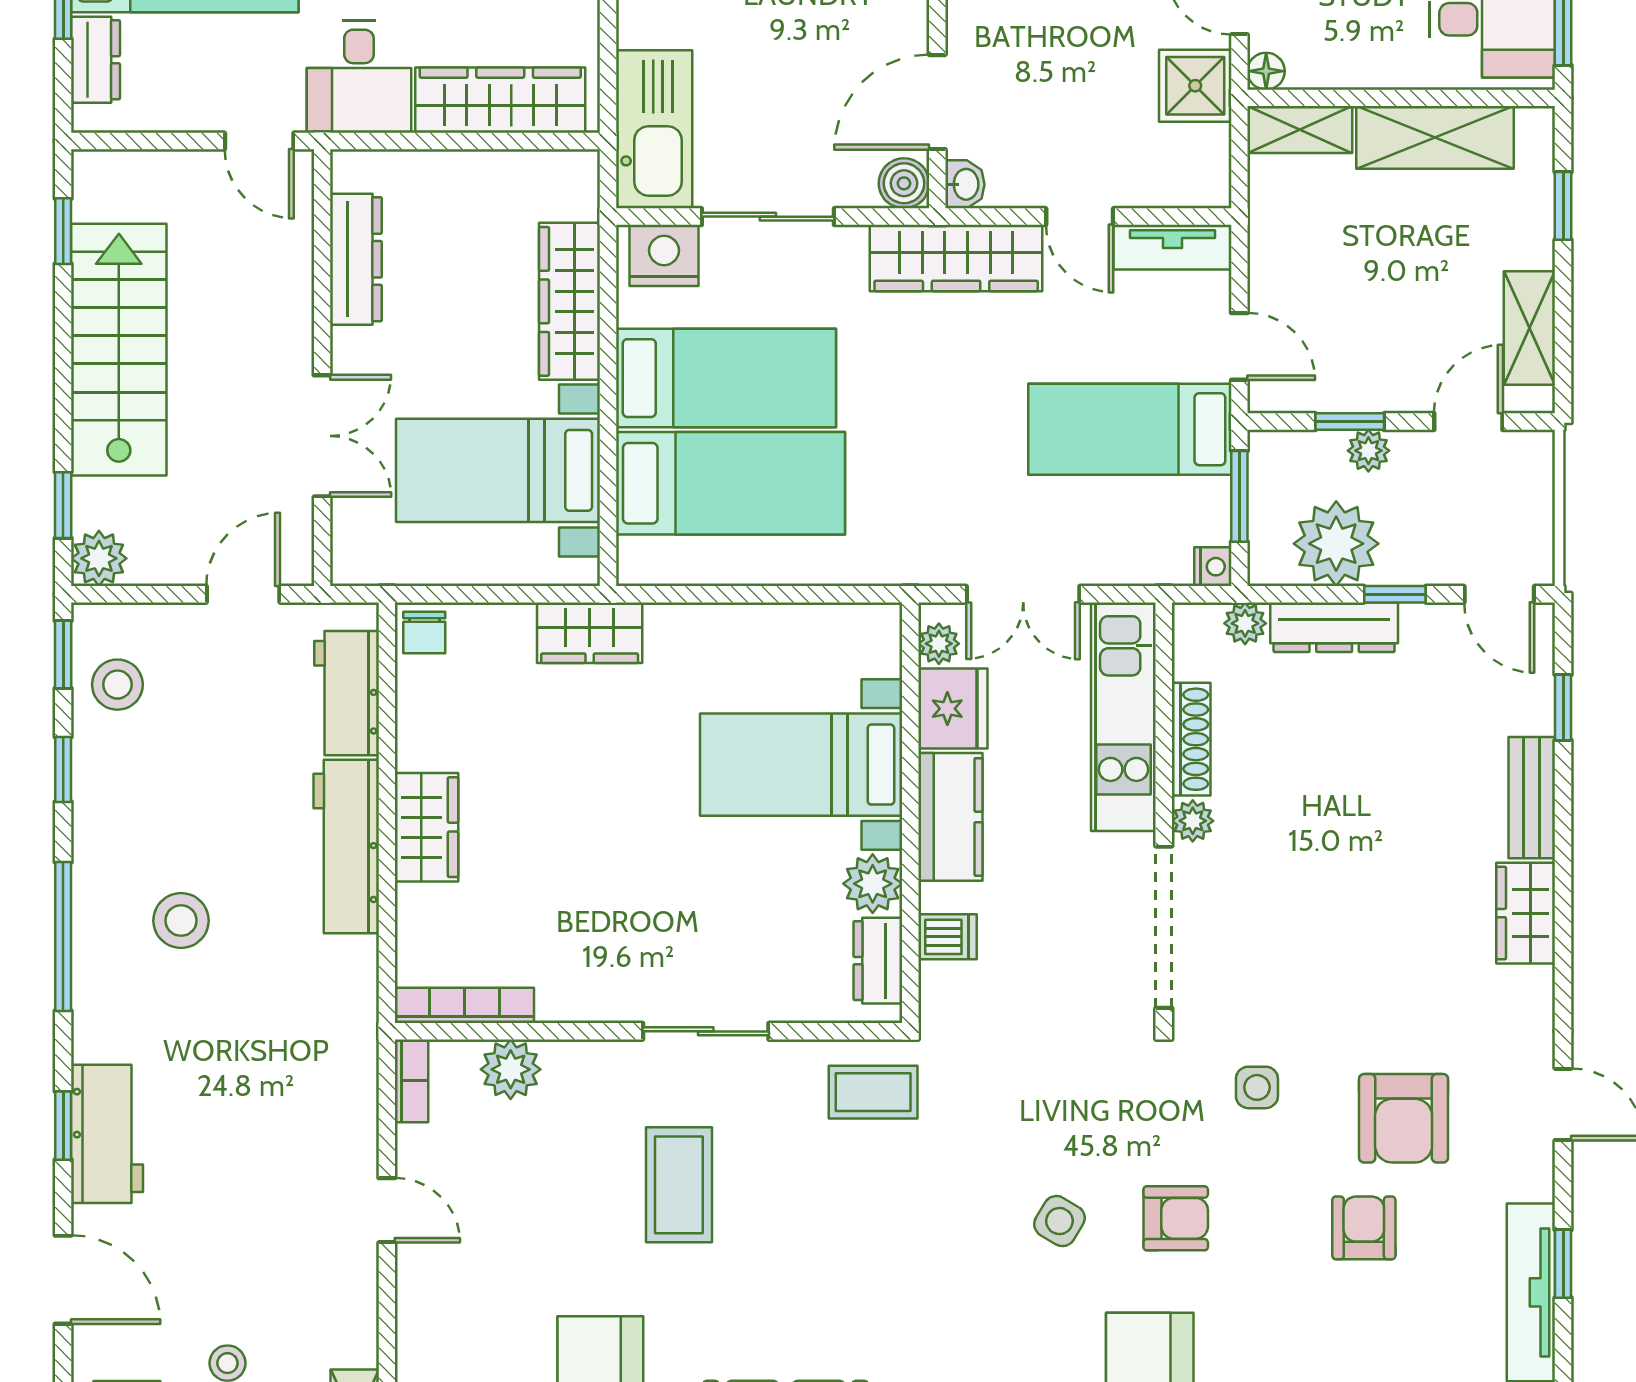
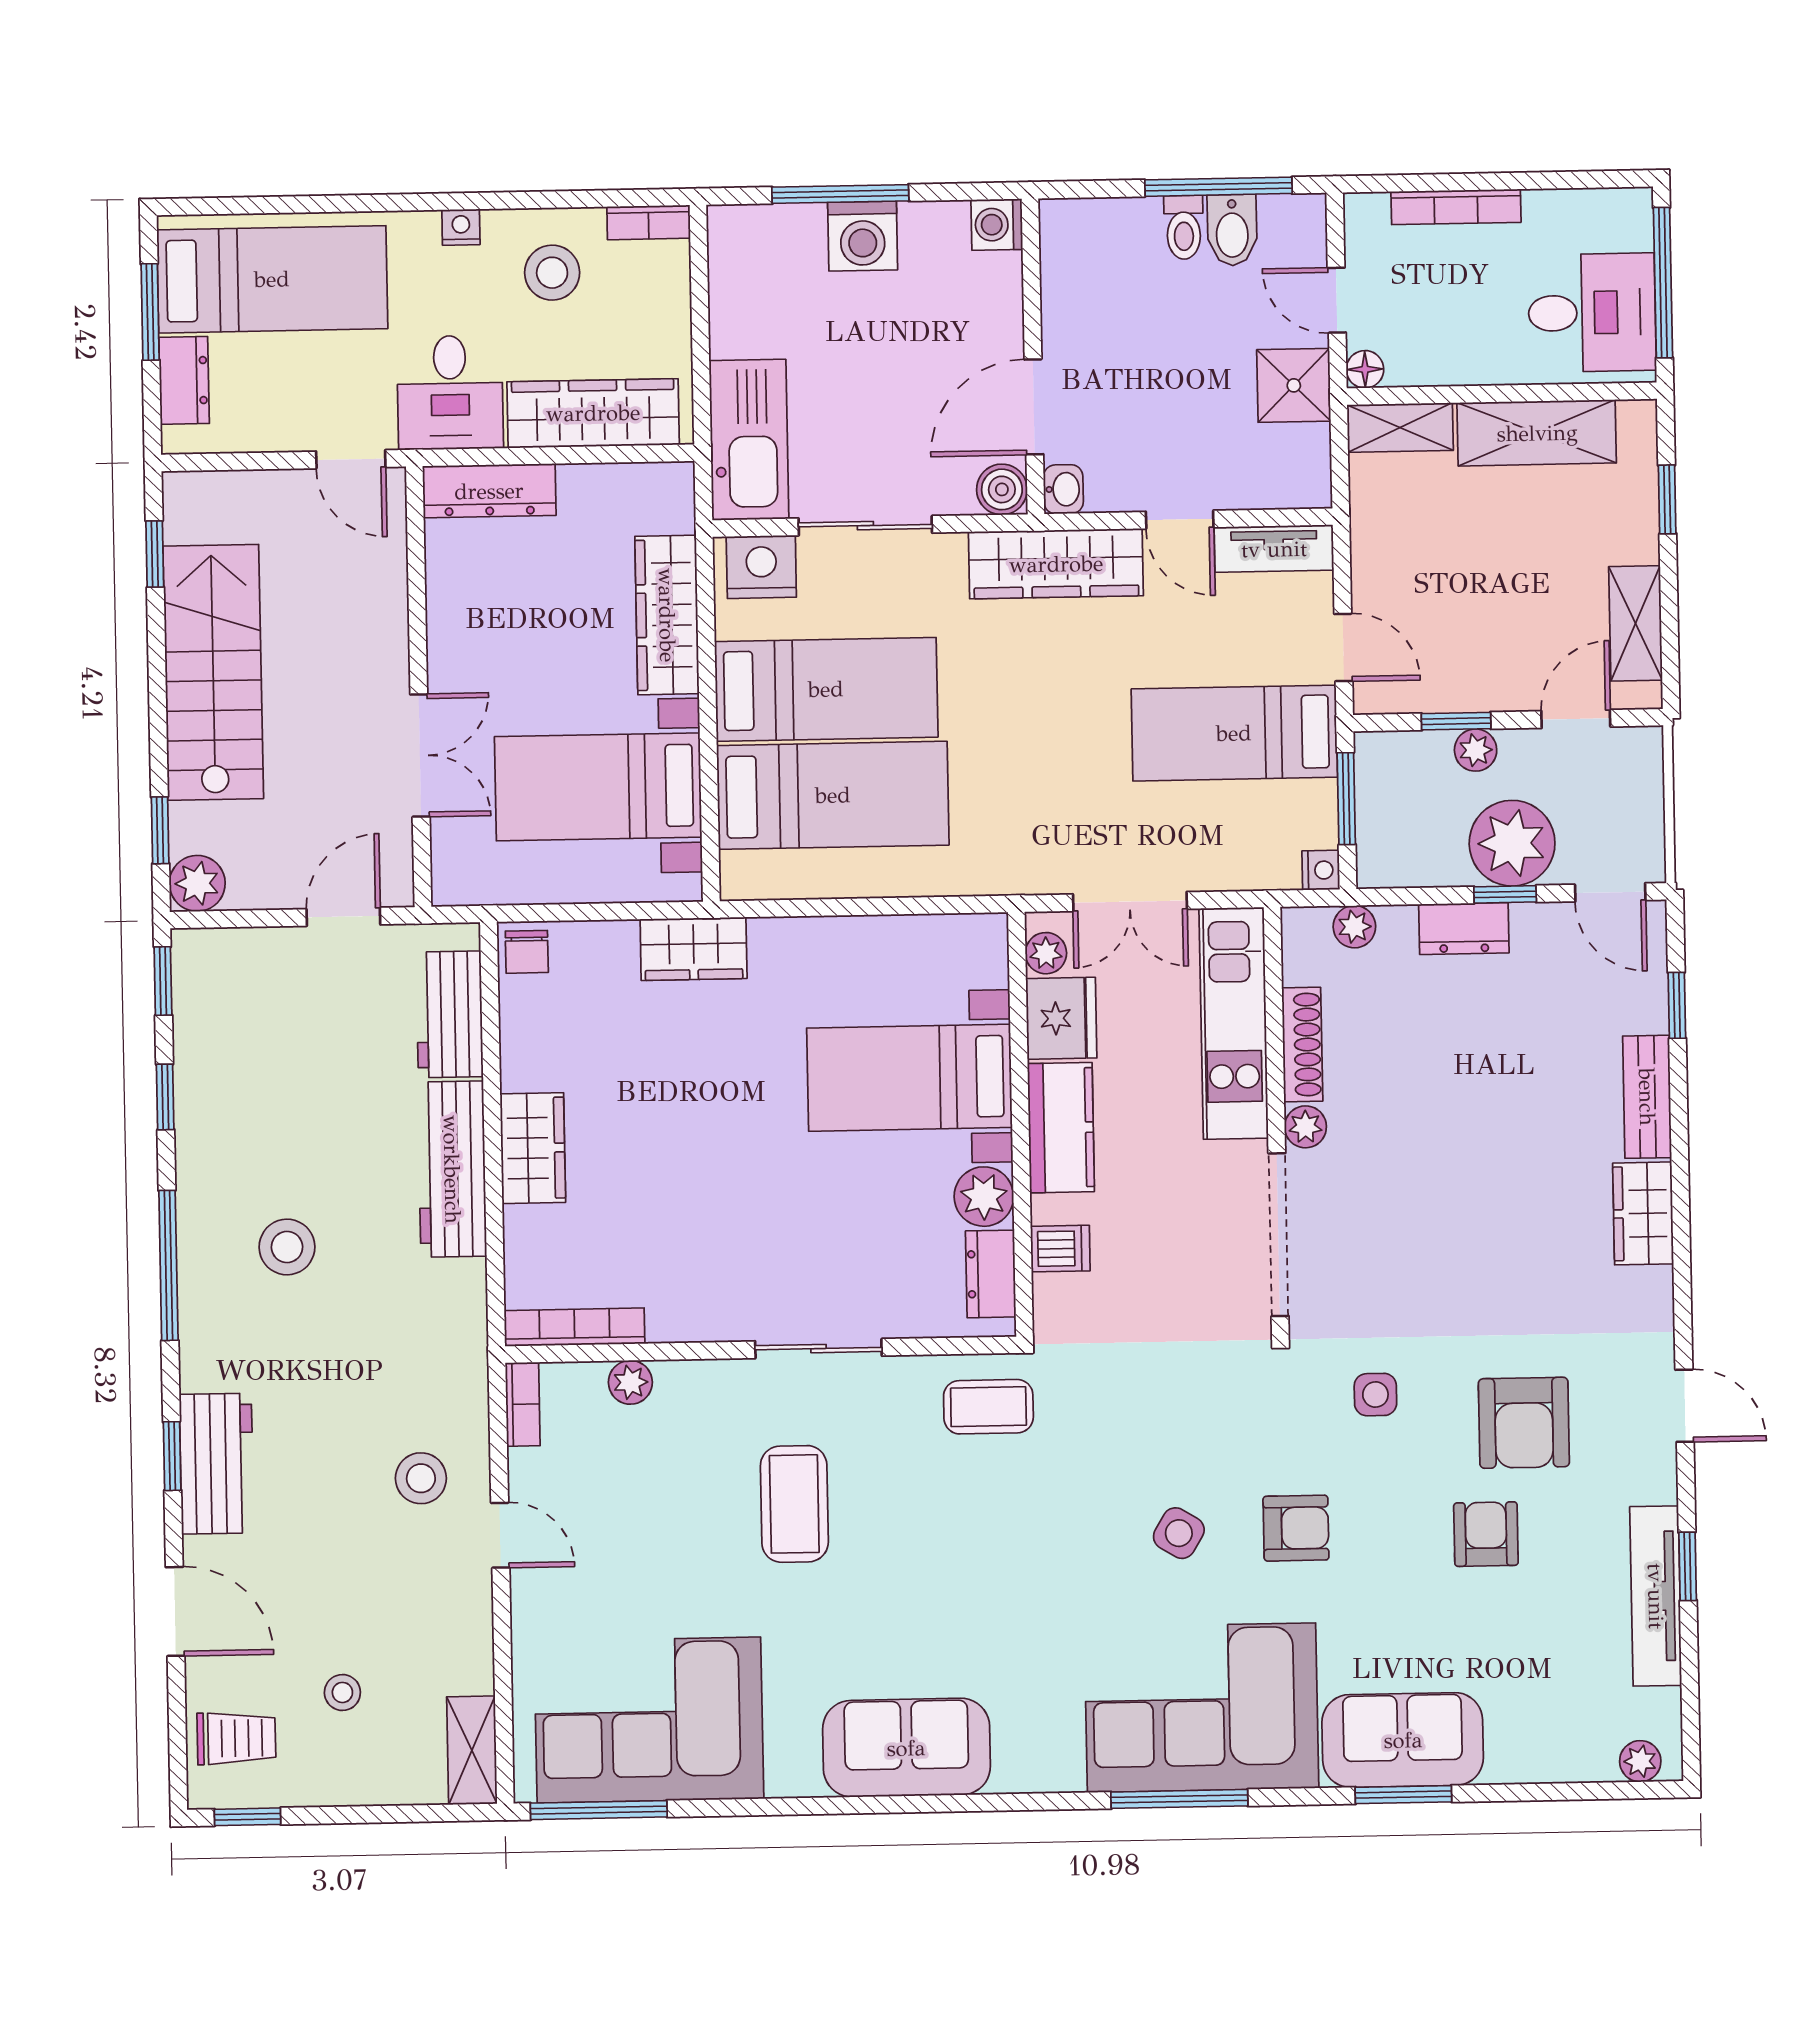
dresser: (356, 259) -> (489, 491), moved, turned 90
plant: (1336, 544) -> (1512, 843), moved
dresser: (1334, 627) -> (1464, 929), width x0.70
stool: (117, 685) -> (421, 1478), moved
plant: (511, 1069) -> (630, 1382), width x0.73, depth x0.73

